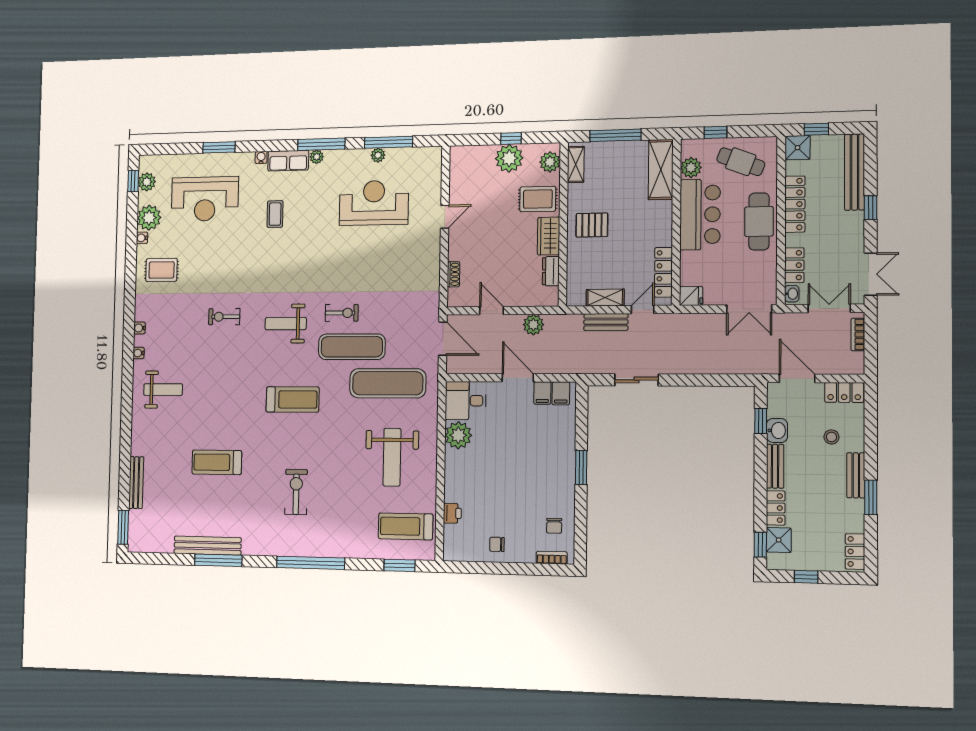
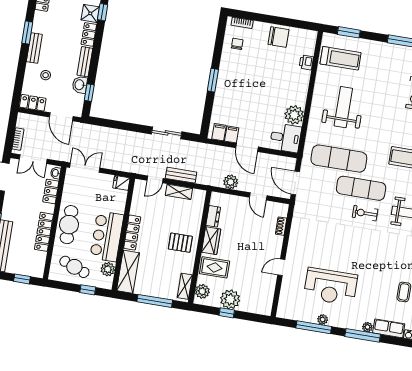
shower: (798, 148) -> (36, 269), removed
locker: (663, 272) -> (132, 233), moved
chair: (497, 544) -> (278, 37), width x1.87, depth x1.87

